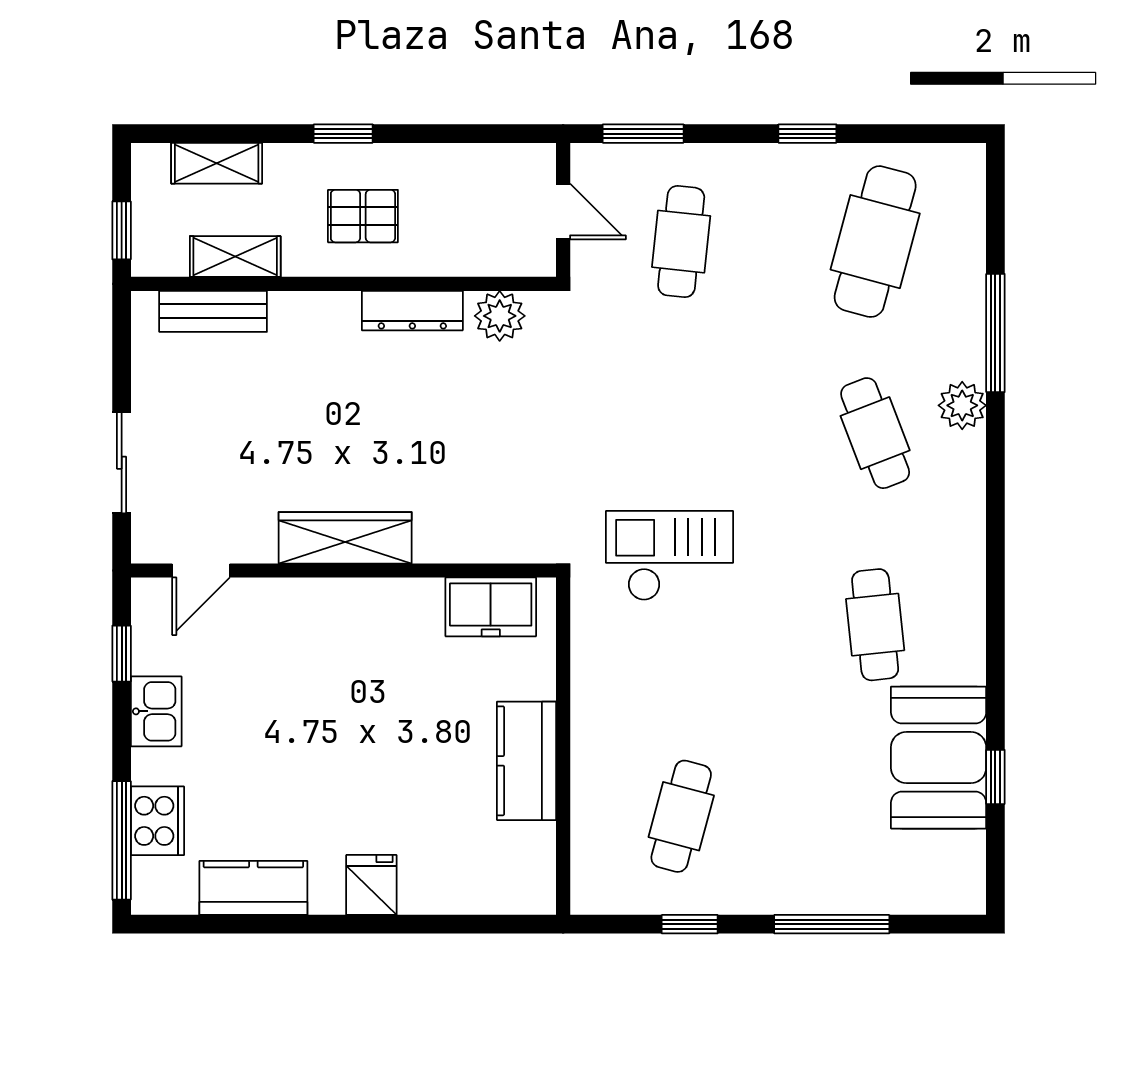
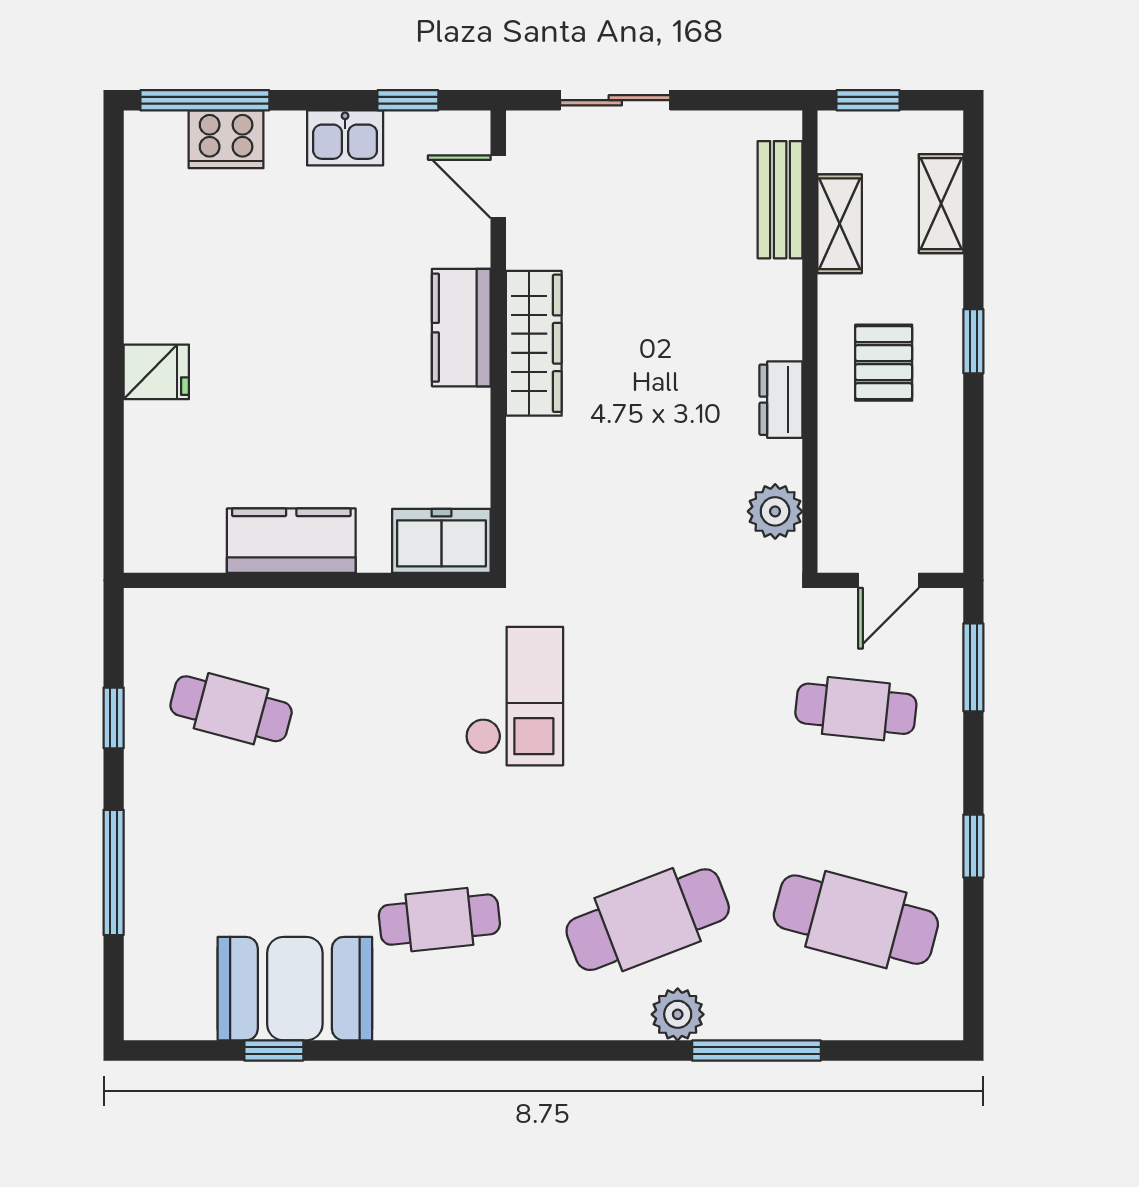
dresser: (412, 311) -> (781, 400), width x0.70
cafe table: (875, 433) -> (648, 920), width x1.37, depth x1.35
freezer: (491, 607) -> (441, 541), moved, turned 90
kitchen counter: (253, 888) -> (461, 328), moved, turned 180

